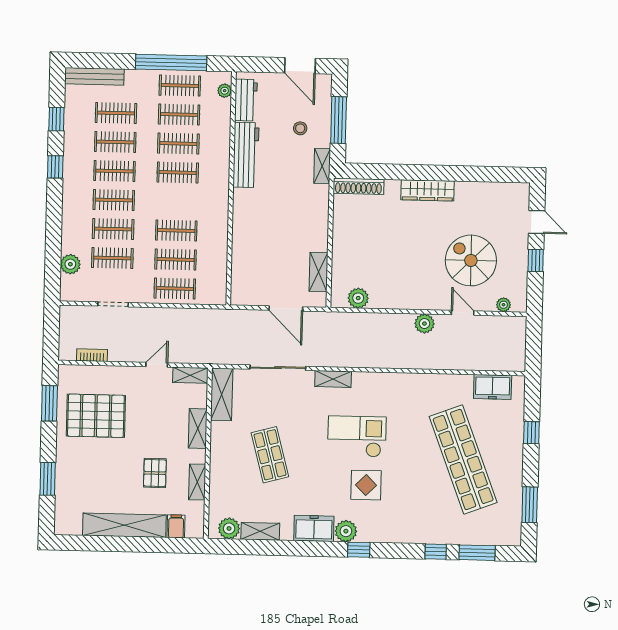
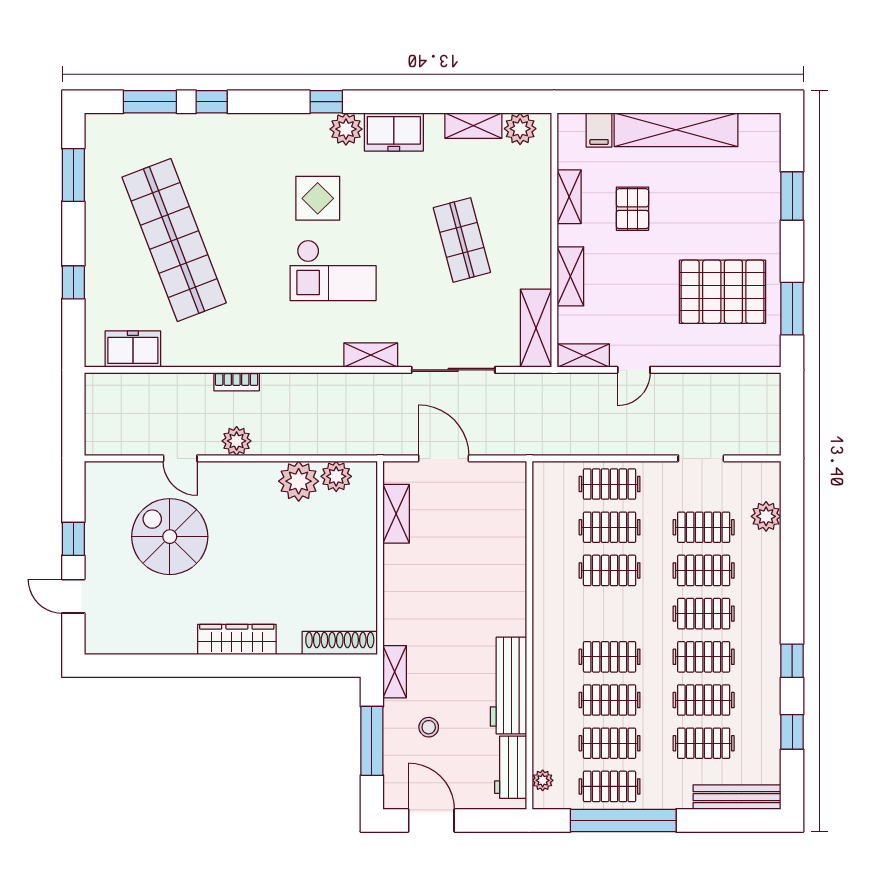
spiral stairs: (471, 260) -> (170, 537), turned 180
plant: (503, 305) -> (299, 481), moved, width x1.88, depth x1.88
bookcase: (92, 355) -> (237, 382), moved

